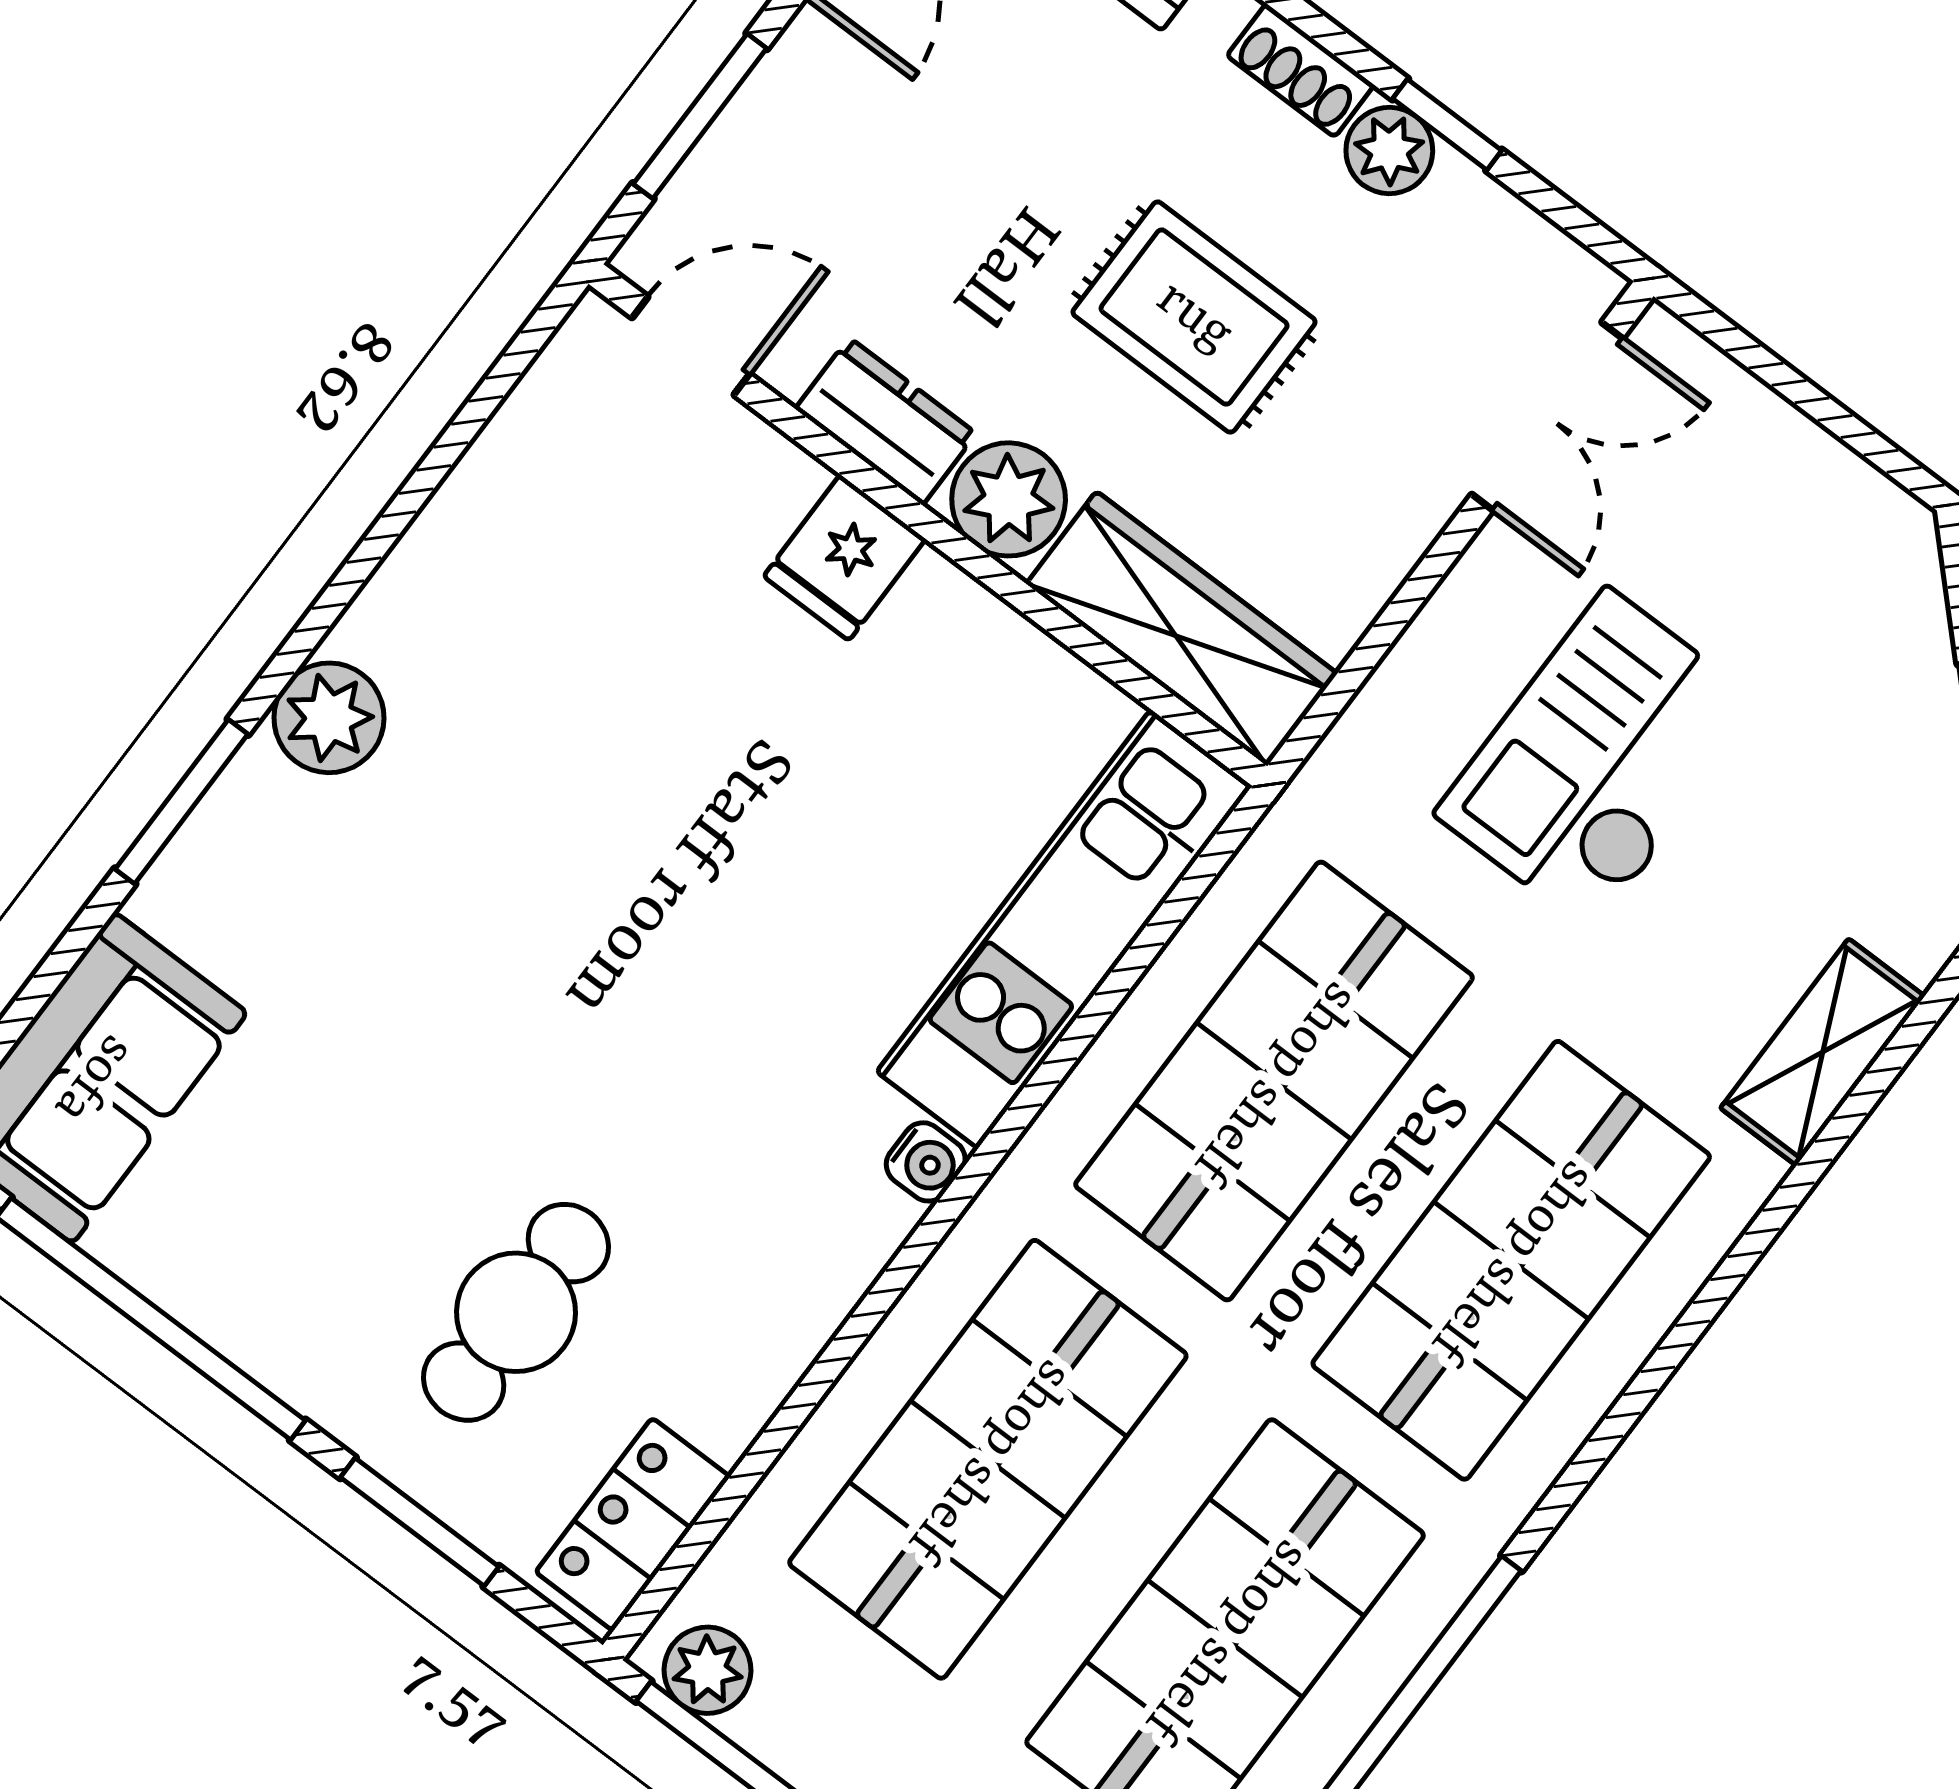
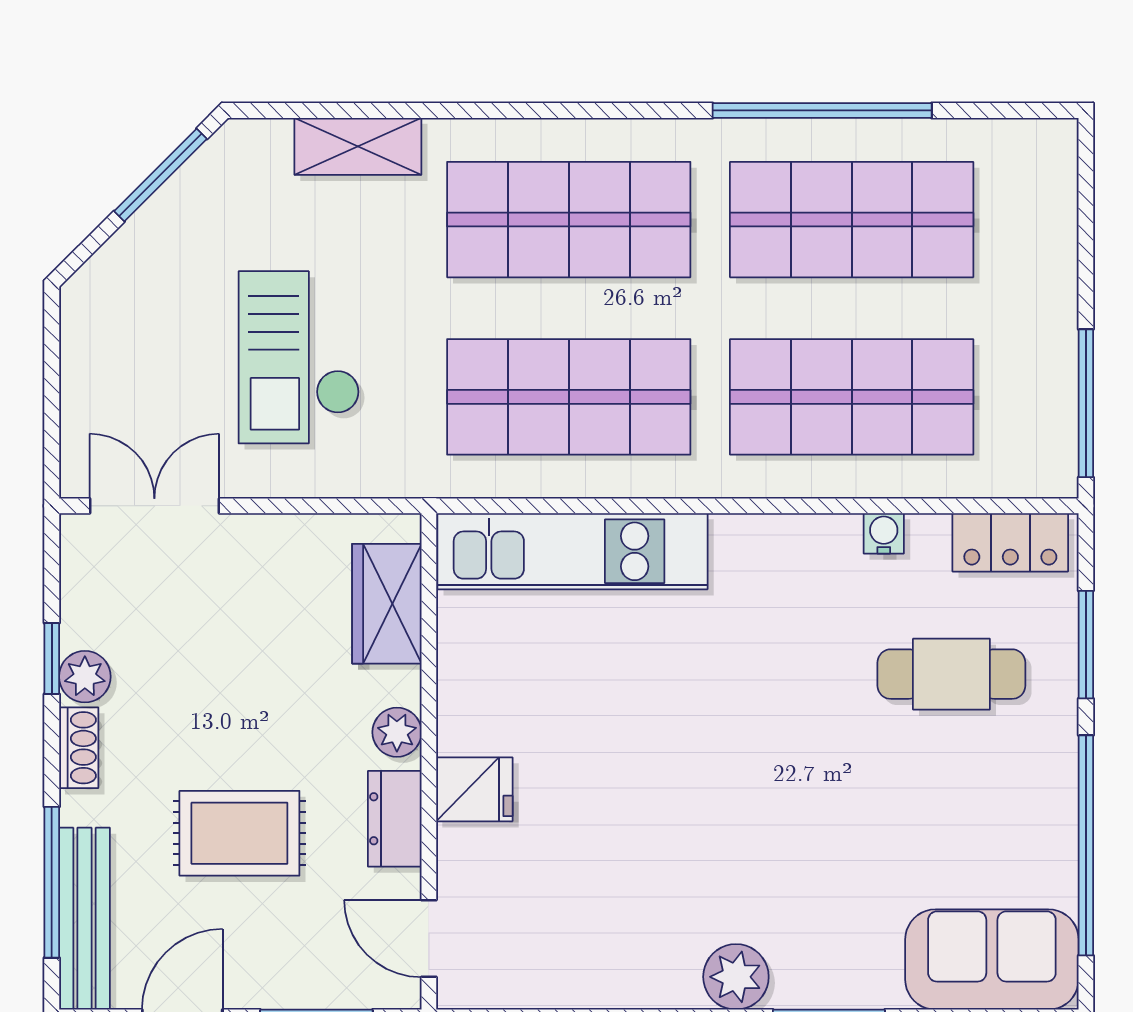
rug: (1194, 317) -> (239, 833), moved, turned 90
plant: (1009, 499) -> (397, 732), width x0.73, depth x0.73
wardrobe: (1181, 628) -> (387, 604), width x0.67
checkout: (1600, 760) -> (299, 357), turned 90
water cooler: (926, 1162) -> (884, 533), moved
plant: (707, 1670) -> (1053, 454), removed

